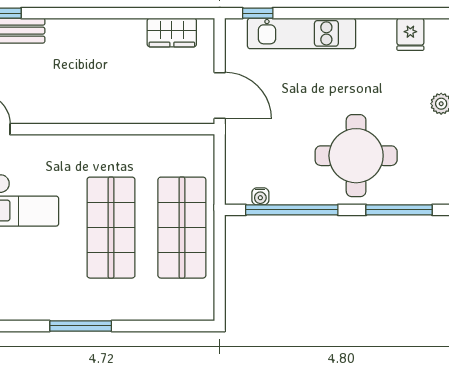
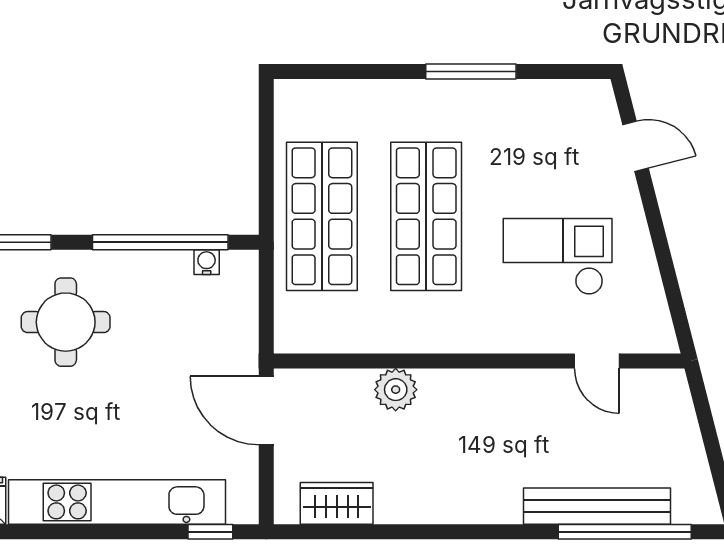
kitchen unit: (302, 33) -> (117, 502), width x1.36
plant: (132, 110) -> (396, 390), added
round table: (356, 156) -> (66, 322), width x0.73, depth x0.73

